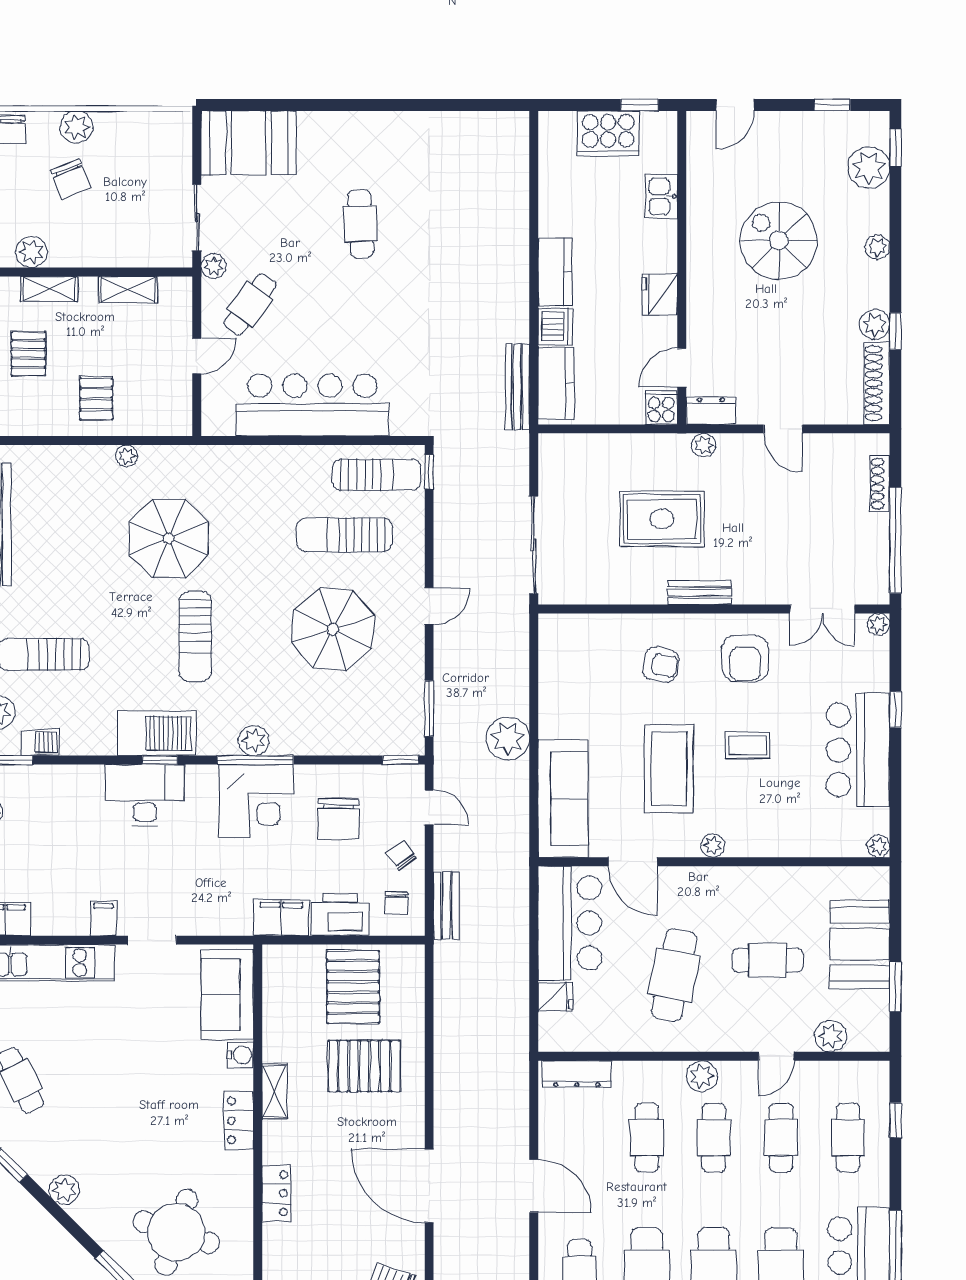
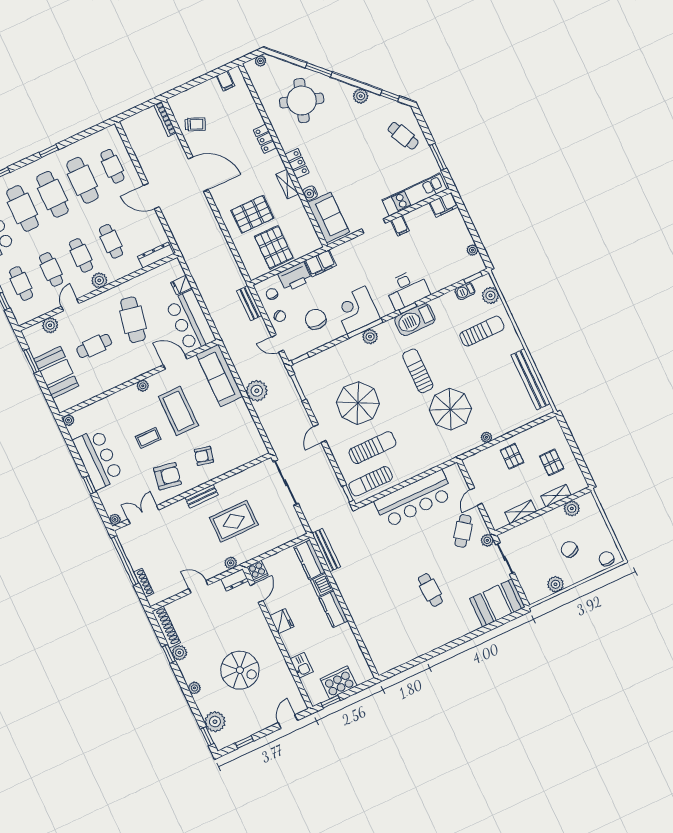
plant: (76, 127) -> (556, 584), moved
armchair: (745, 658) -> (167, 476), turned 100

